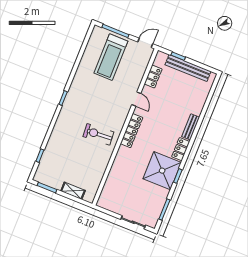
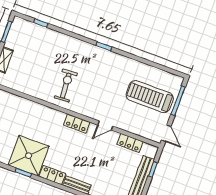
locker: (132, 131) -> (77, 123), width x0.66

